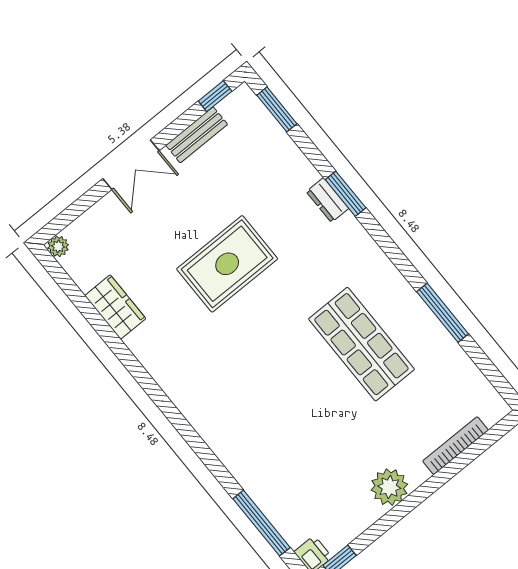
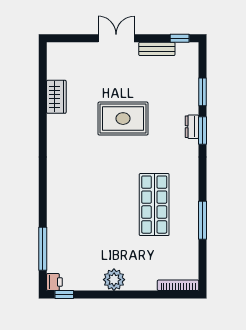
window: (277, 109) -> (203, 92), moved
double door: (131, 165) -> (116, 38), swing flipped
plant: (58, 246) -> (53, 48), removed
bookcase: (455, 446) -> (178, 285), moved

